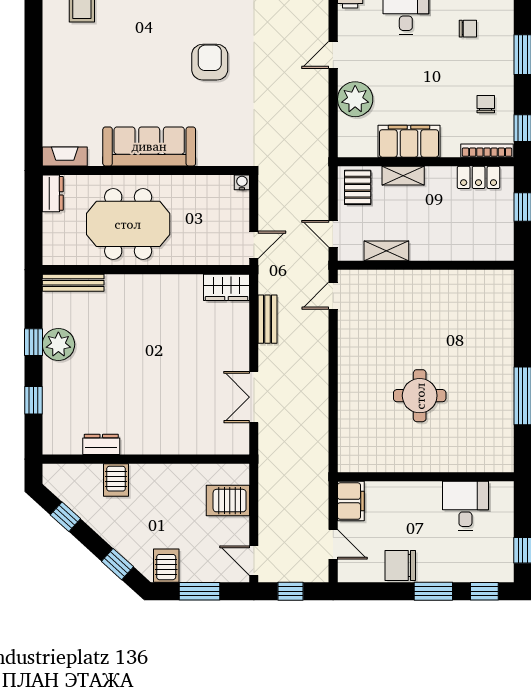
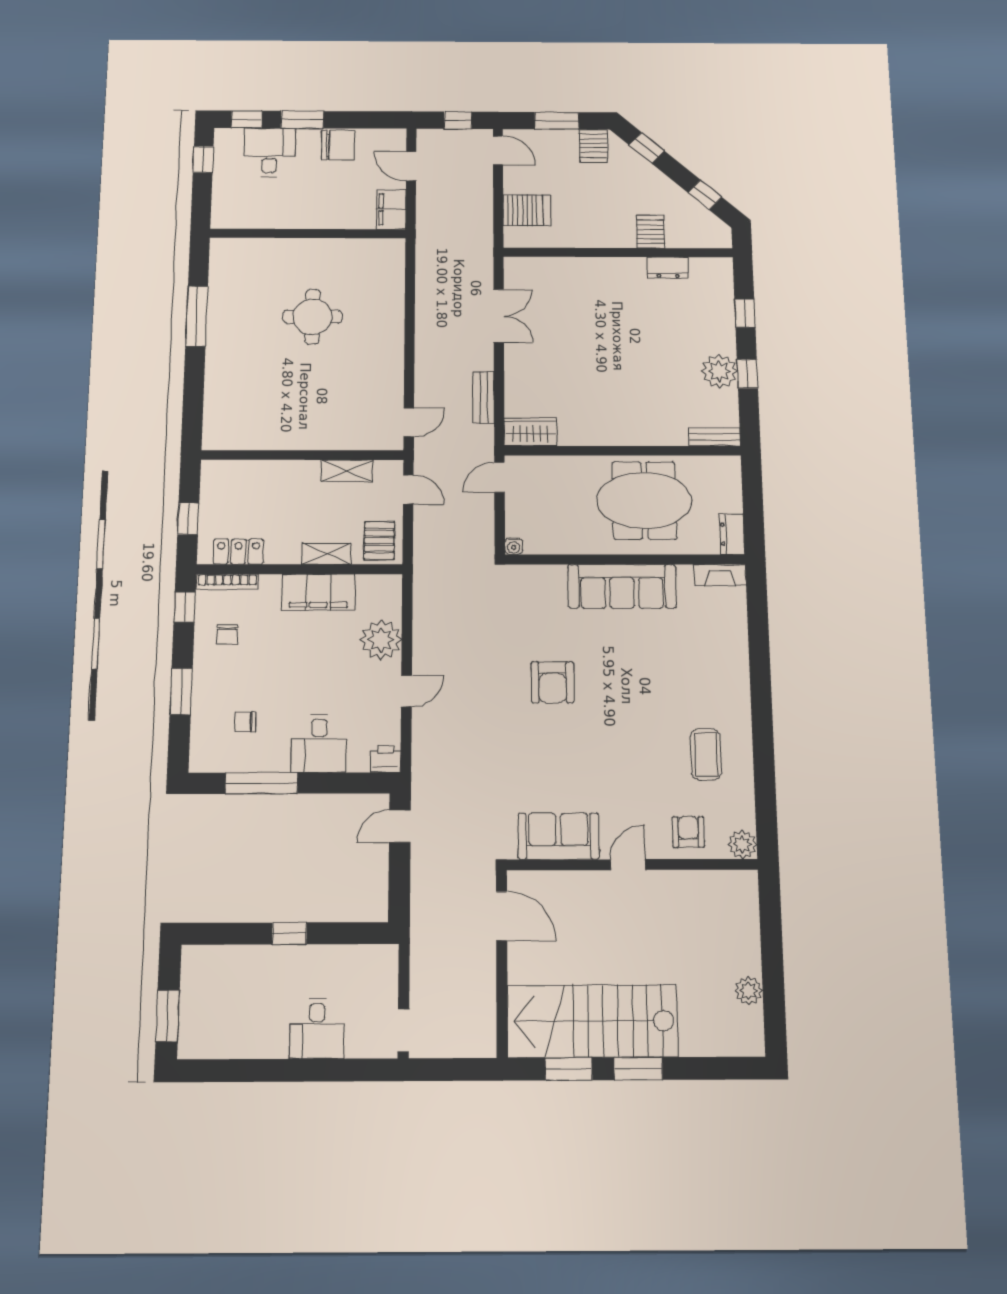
bench: (73, 283) -> (714, 437), width x0.73
desk: (465, 506) -> (270, 152), moved, turned 180

